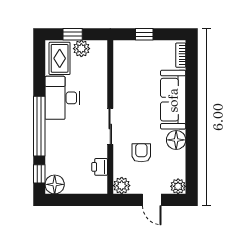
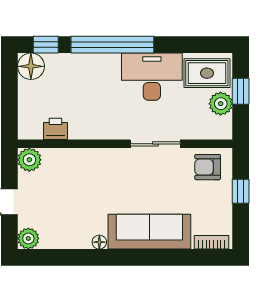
sliding door: (110, 126) -> (155, 144), moved
floor lamp: (176, 140) -> (99, 242), width x0.53, depth x0.53
armchair: (141, 153) -> (208, 167), moved, turned 180

